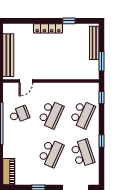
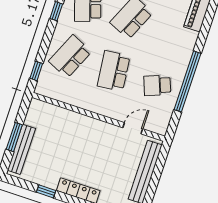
window: (102, 61) -> (14, 137), moved
school desk: (51, 114) -> (114, 71), turned -30

